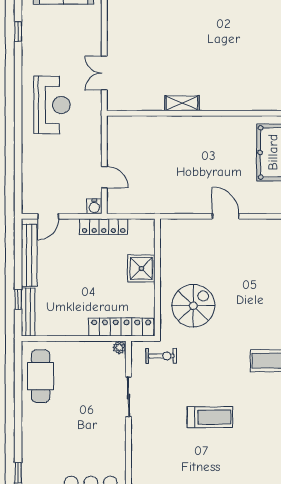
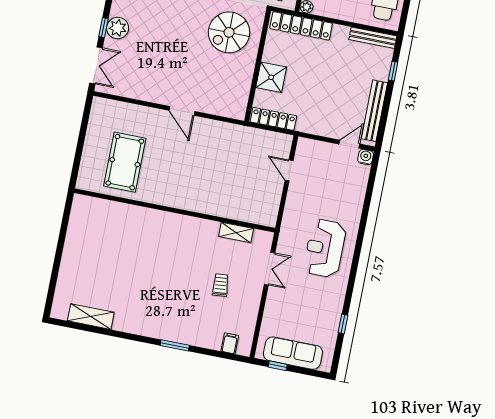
trolley: (151, 46) -> (220, 285), added
shelving: (182, 103) -> (236, 232), moved
water cooler: (94, 206) -> (366, 157), moved
locker: (104, 227) -> (273, 119), moved
bench: (28, 312) -> (373, 38), moved, turned 90

